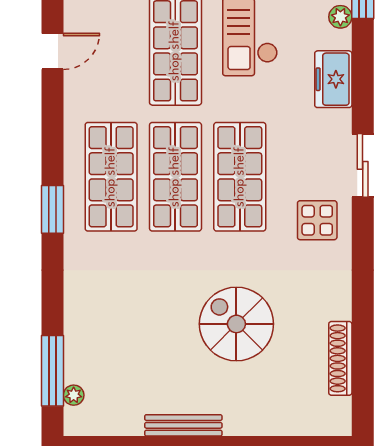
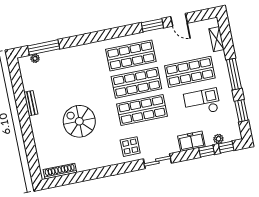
window: (363, 49) -> (207, 151), added
window: (53, 209) -> (152, 25), moved
spiral stairs: (236, 324) -> (79, 121), turned -90
shoe rack: (340, 358) -> (60, 171), moved
bench: (183, 425) -> (31, 103), width x0.73

